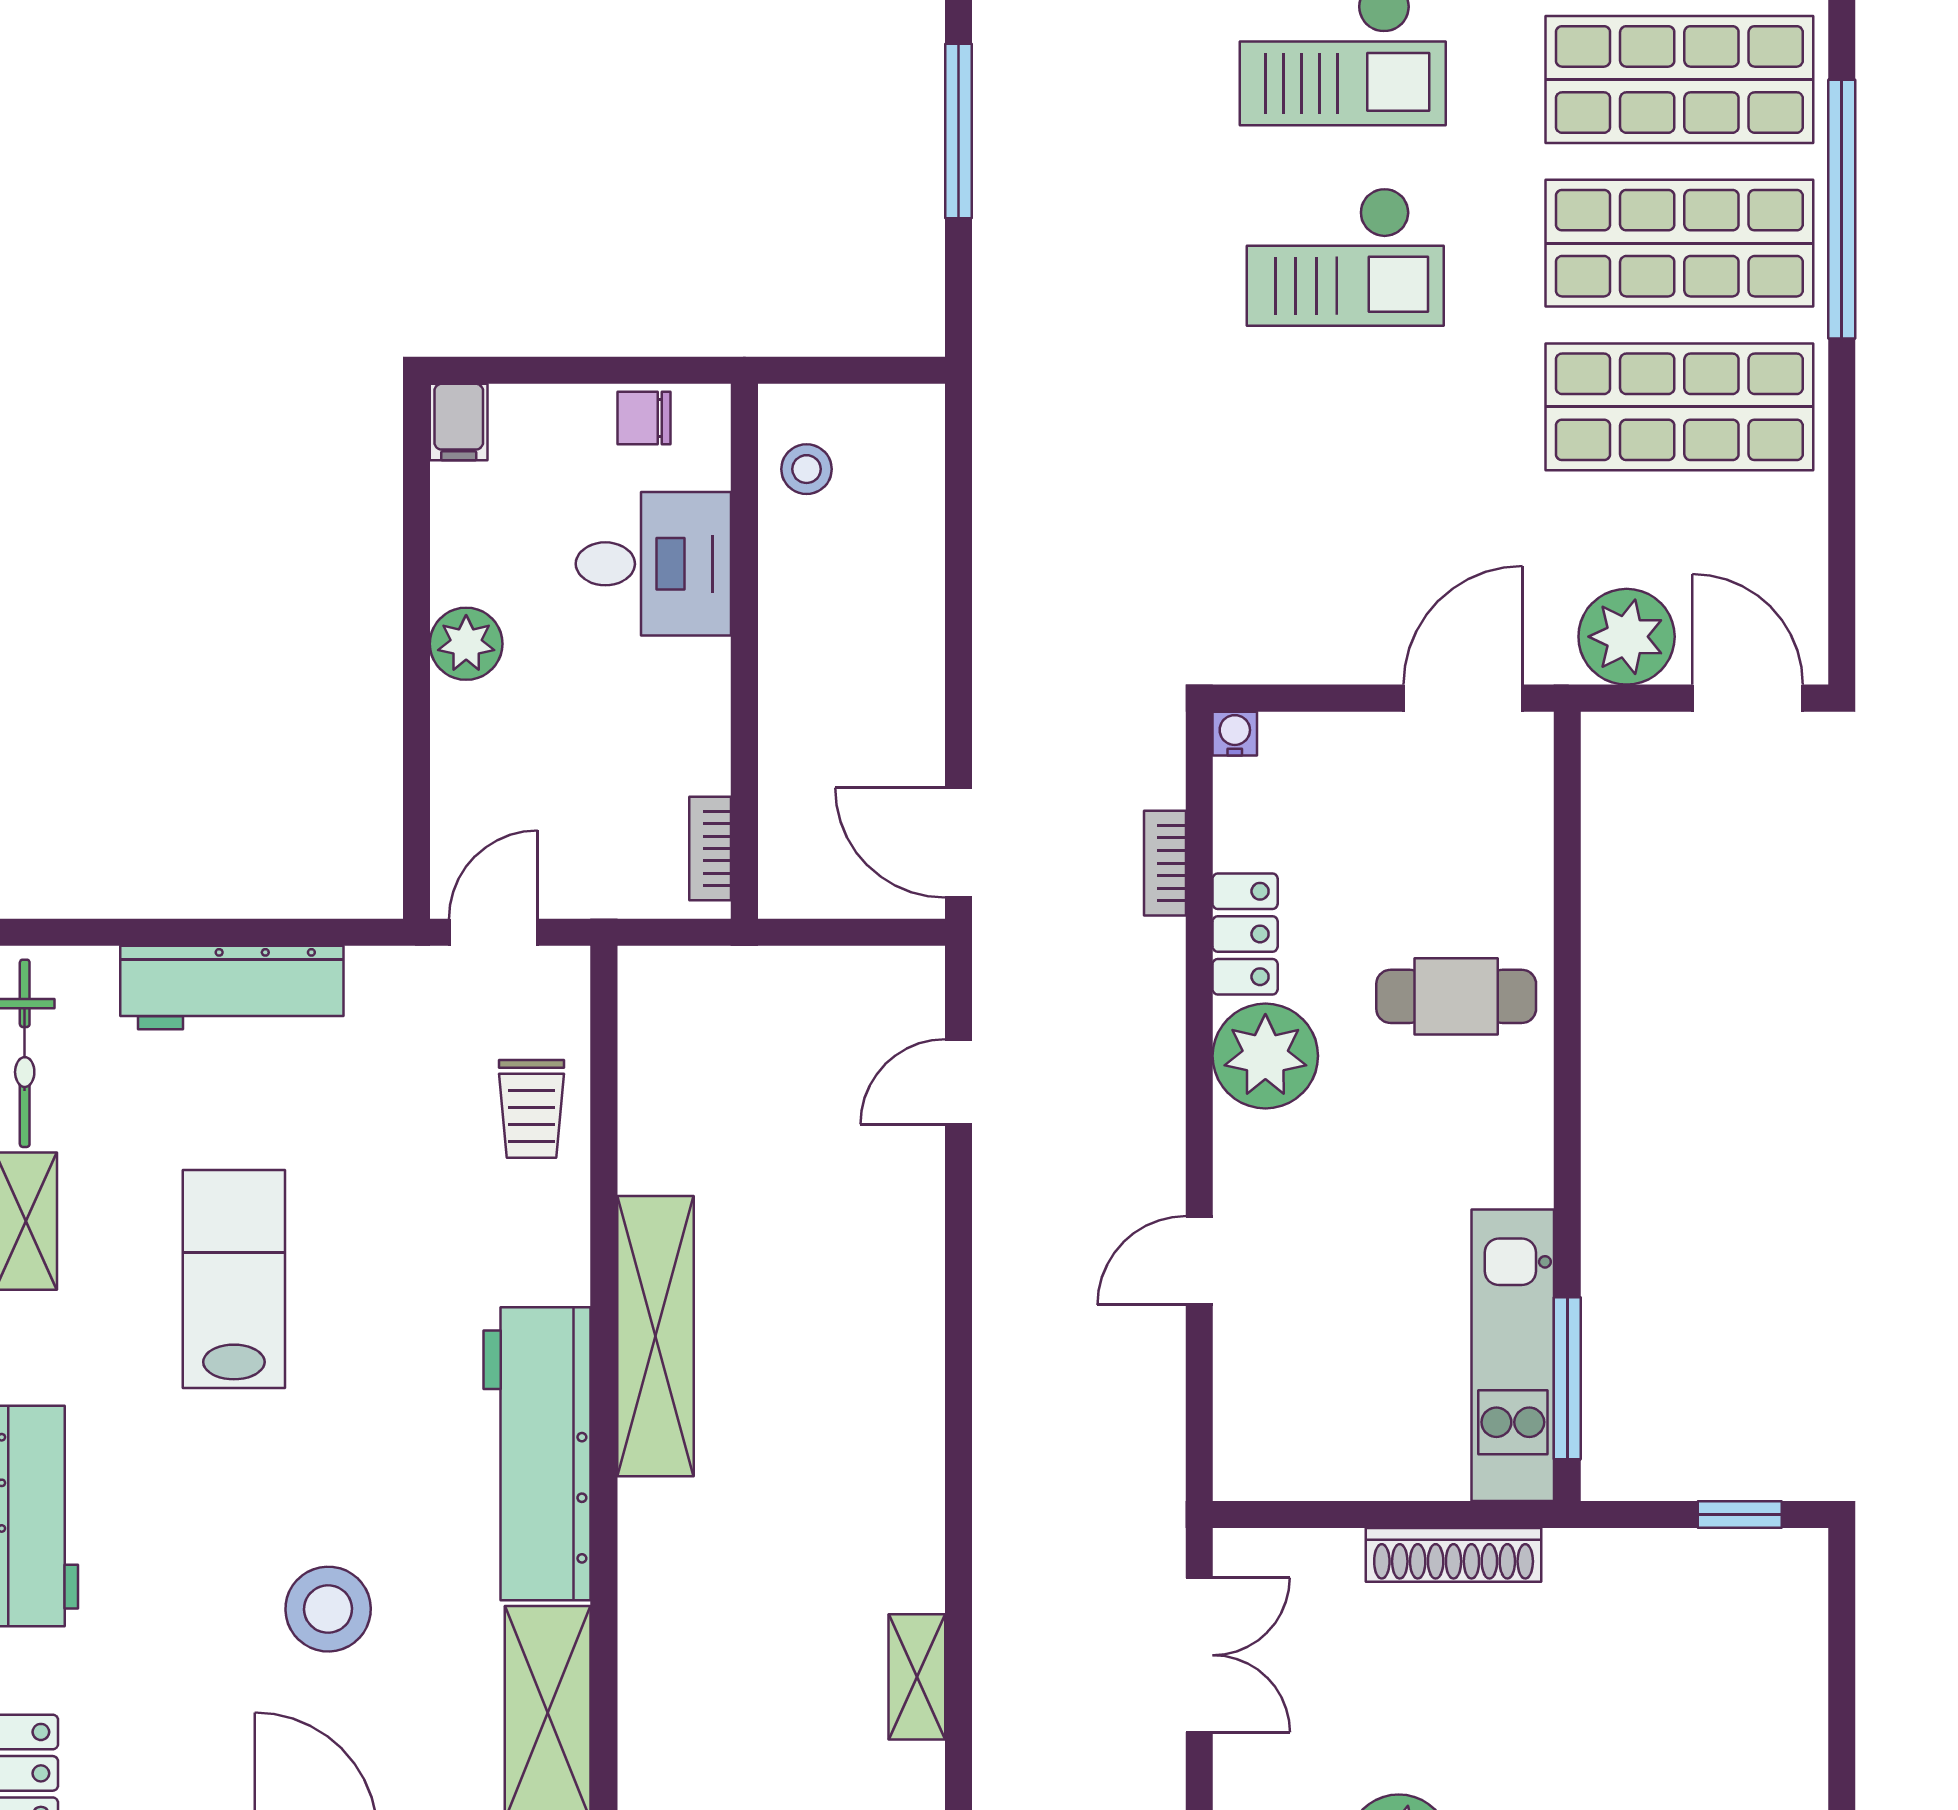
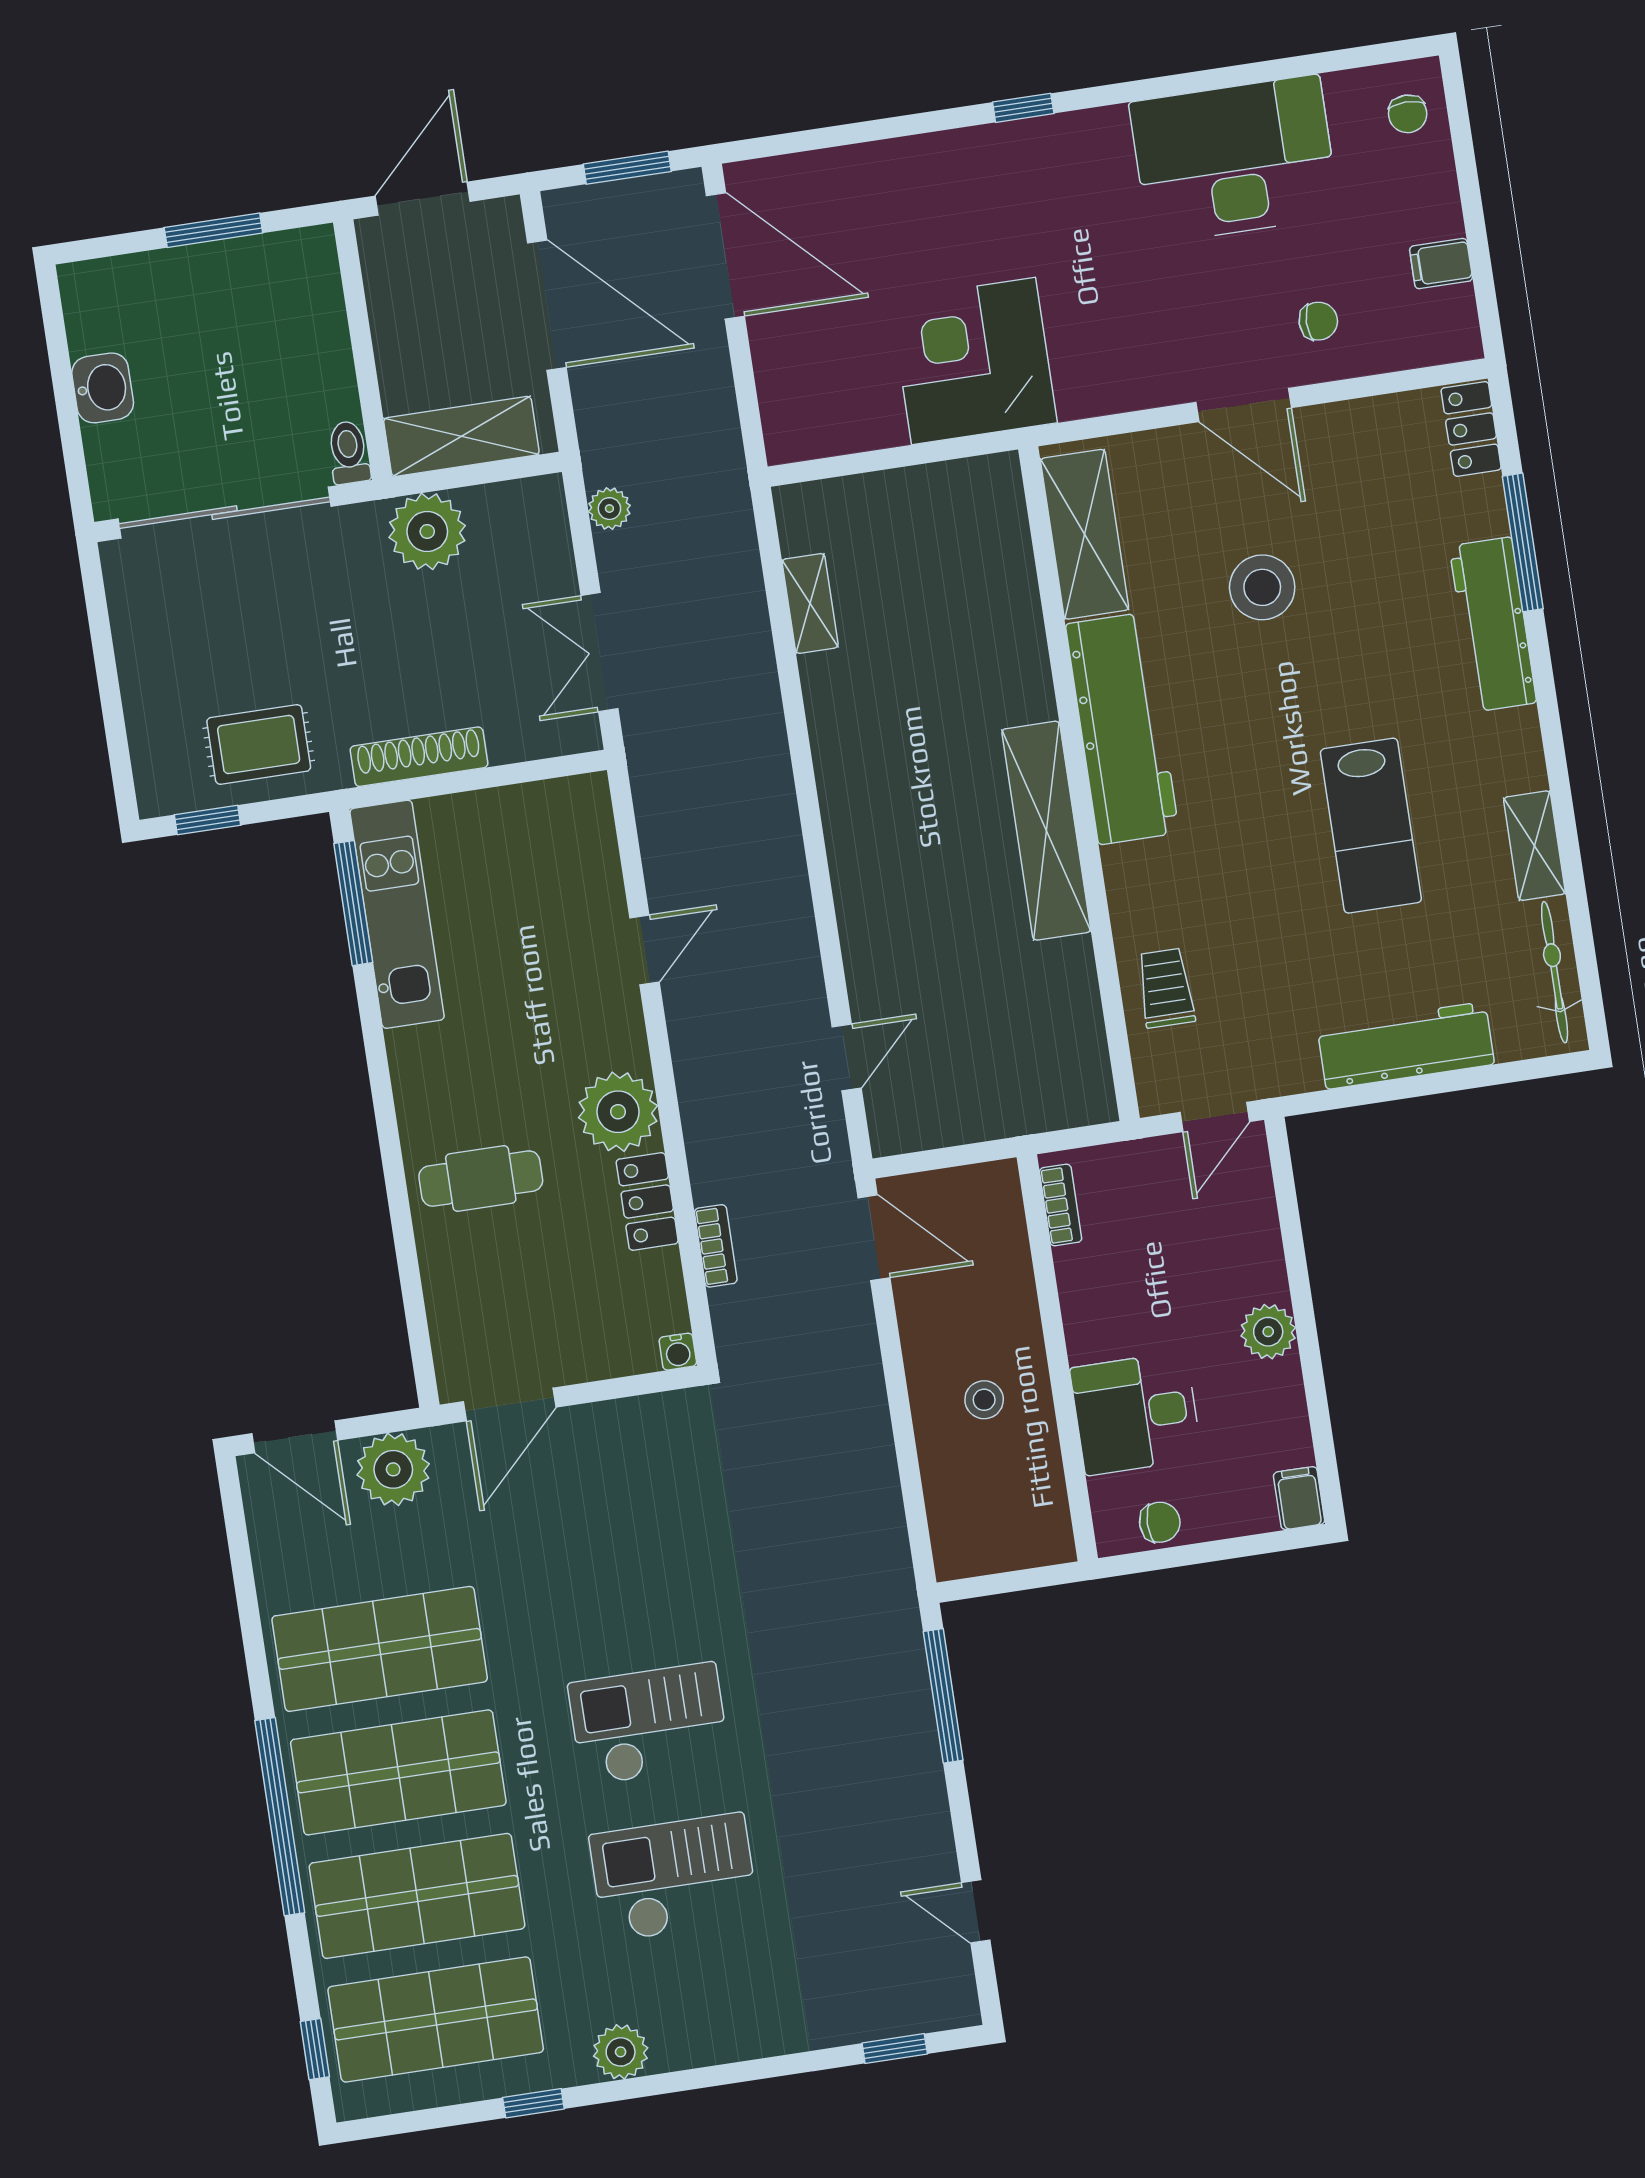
window: (958, 131) -> (943, 1696), moved
stool: (807, 469) -> (984, 1400), moved
rug: (1659, 1602) -> (259, 744), added

